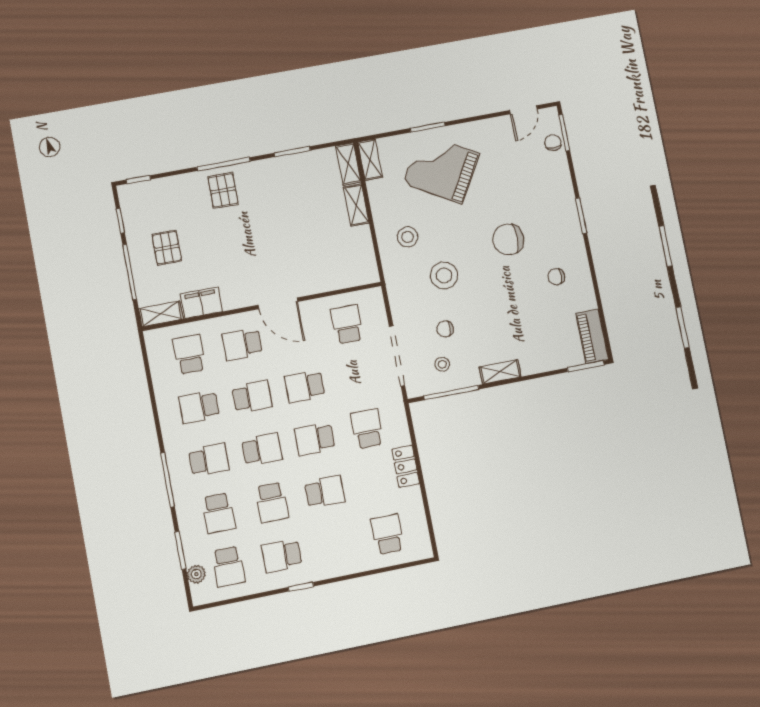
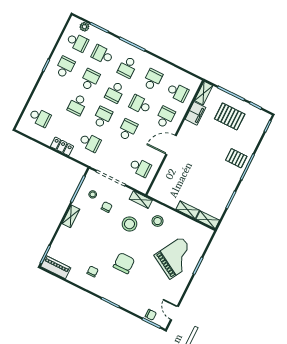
shelving: (370, 160) -> (141, 200), moved
pallet: (167, 248) -> (230, 116), width x1.50, depth x1.42
school desk: (252, 397) -> (140, 105), turned 90
school desk: (272, 502) -> (90, 80), turned 90
school desk: (229, 567) -> (77, 42), turned 180

